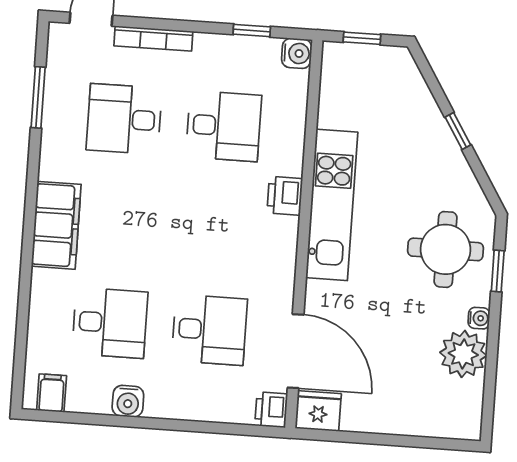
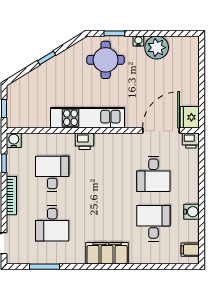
bookcase: (153, 39) -> (11, 196), moved
desk: (209, 330) -> (153, 174), turned 180

